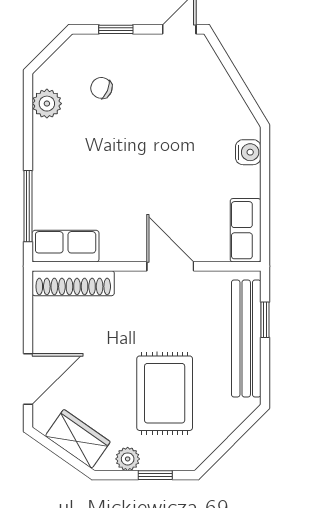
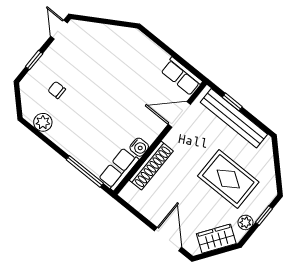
chair: (101, 88) -> (57, 90), turned 67
water cooler: (248, 152) -> (139, 147), moved, turned 90
door: (170, 266) -> (179, 114), moved
shoe rack: (73, 283) -> (151, 166), moved

